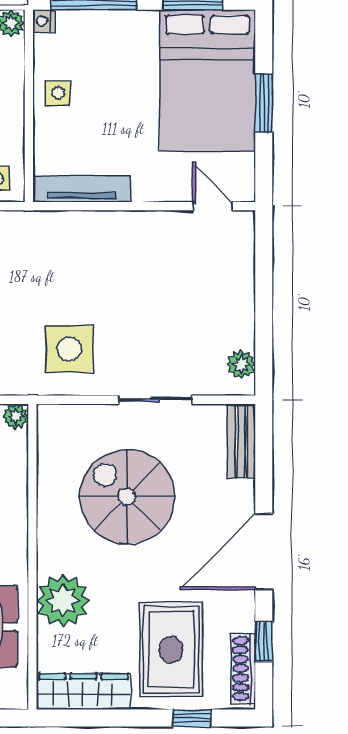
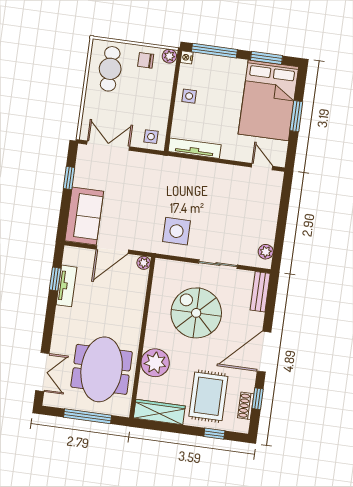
shoe rack: (243, 669) -> (246, 406), width x0.70

